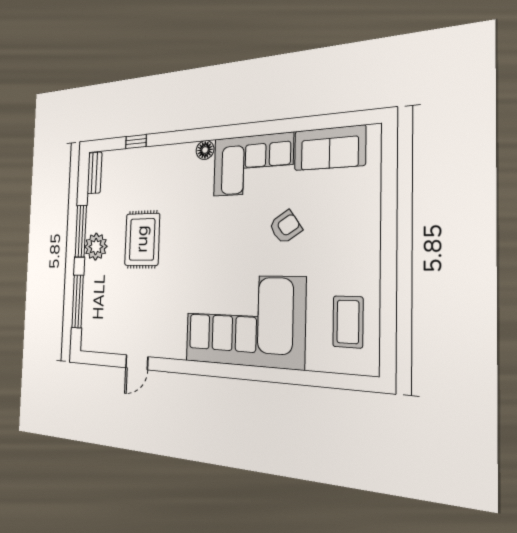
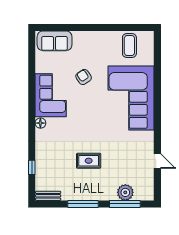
sofa: (330, 148) -> (55, 41), moved, turned 90
rug: (142, 239) -> (89, 161), width x0.73, depth x0.70
plant: (96, 247) -> (125, 192), moved
coffee table: (348, 322) -> (129, 45), turned 90

